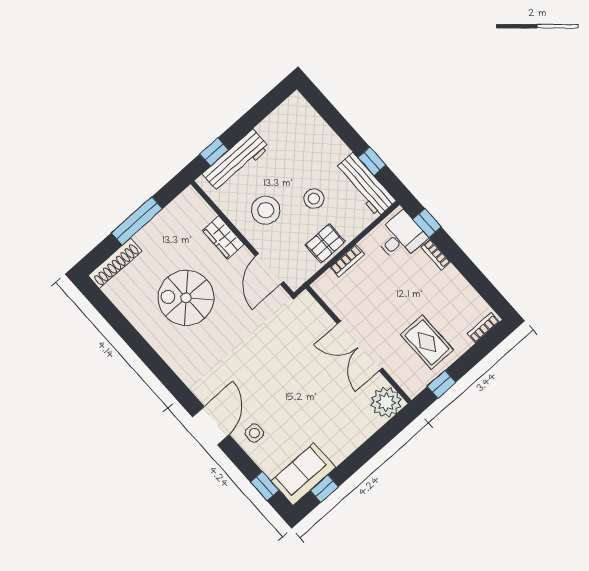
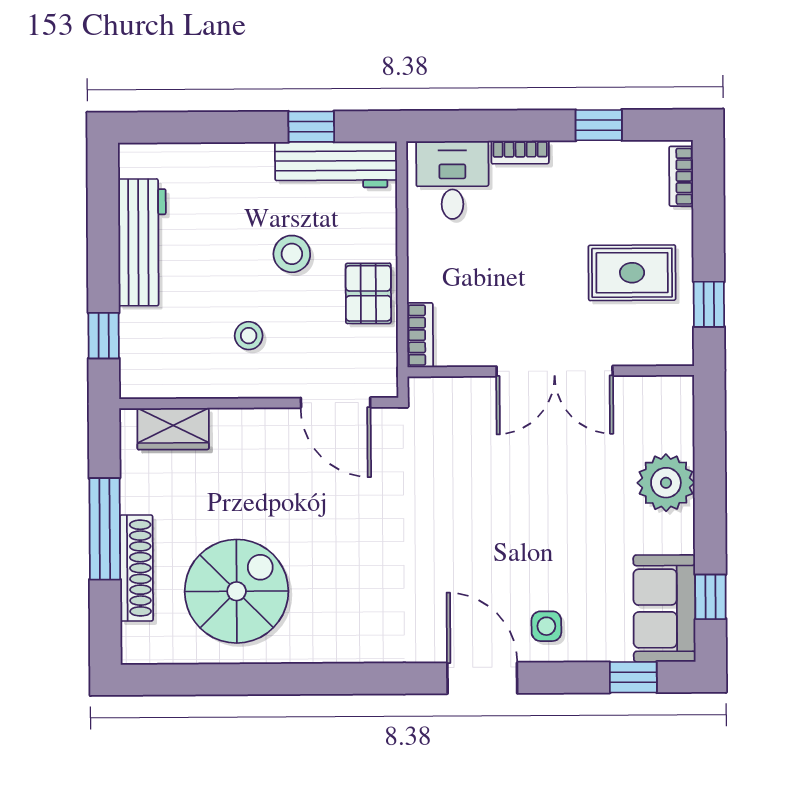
workbench: (236, 161) -> (142, 242), moved
stool: (266, 210) -> (249, 336), width x0.53, depth x0.53
window: (427, 223) -> (599, 125), moved
wardrobe: (223, 237) -> (173, 429), moved
bookcase: (347, 261) -> (420, 335), moved
shoe rack: (115, 263) -> (136, 568), moved
spiral stairs: (186, 298) -> (237, 591), moved, turned 180
plant: (386, 402) -> (666, 483), moved

